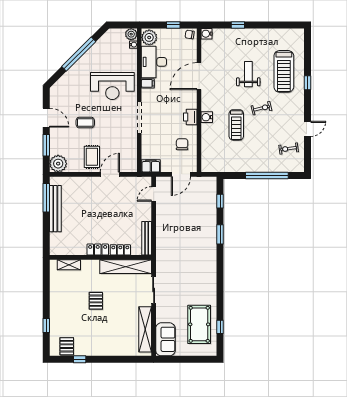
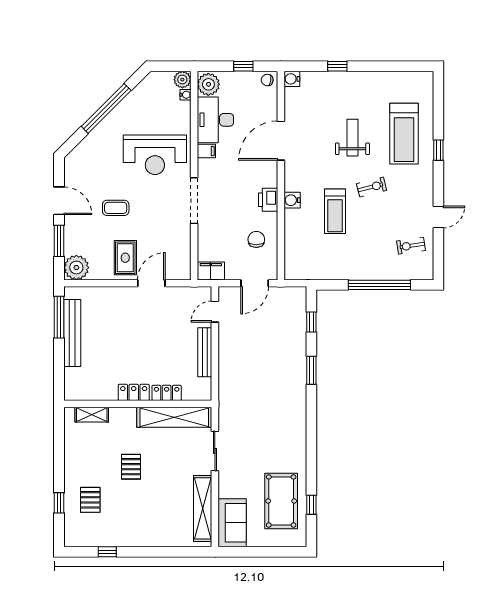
bench: (147, 238) -> (205, 352), moved
pallet: (67, 346) -> (90, 500), moved

